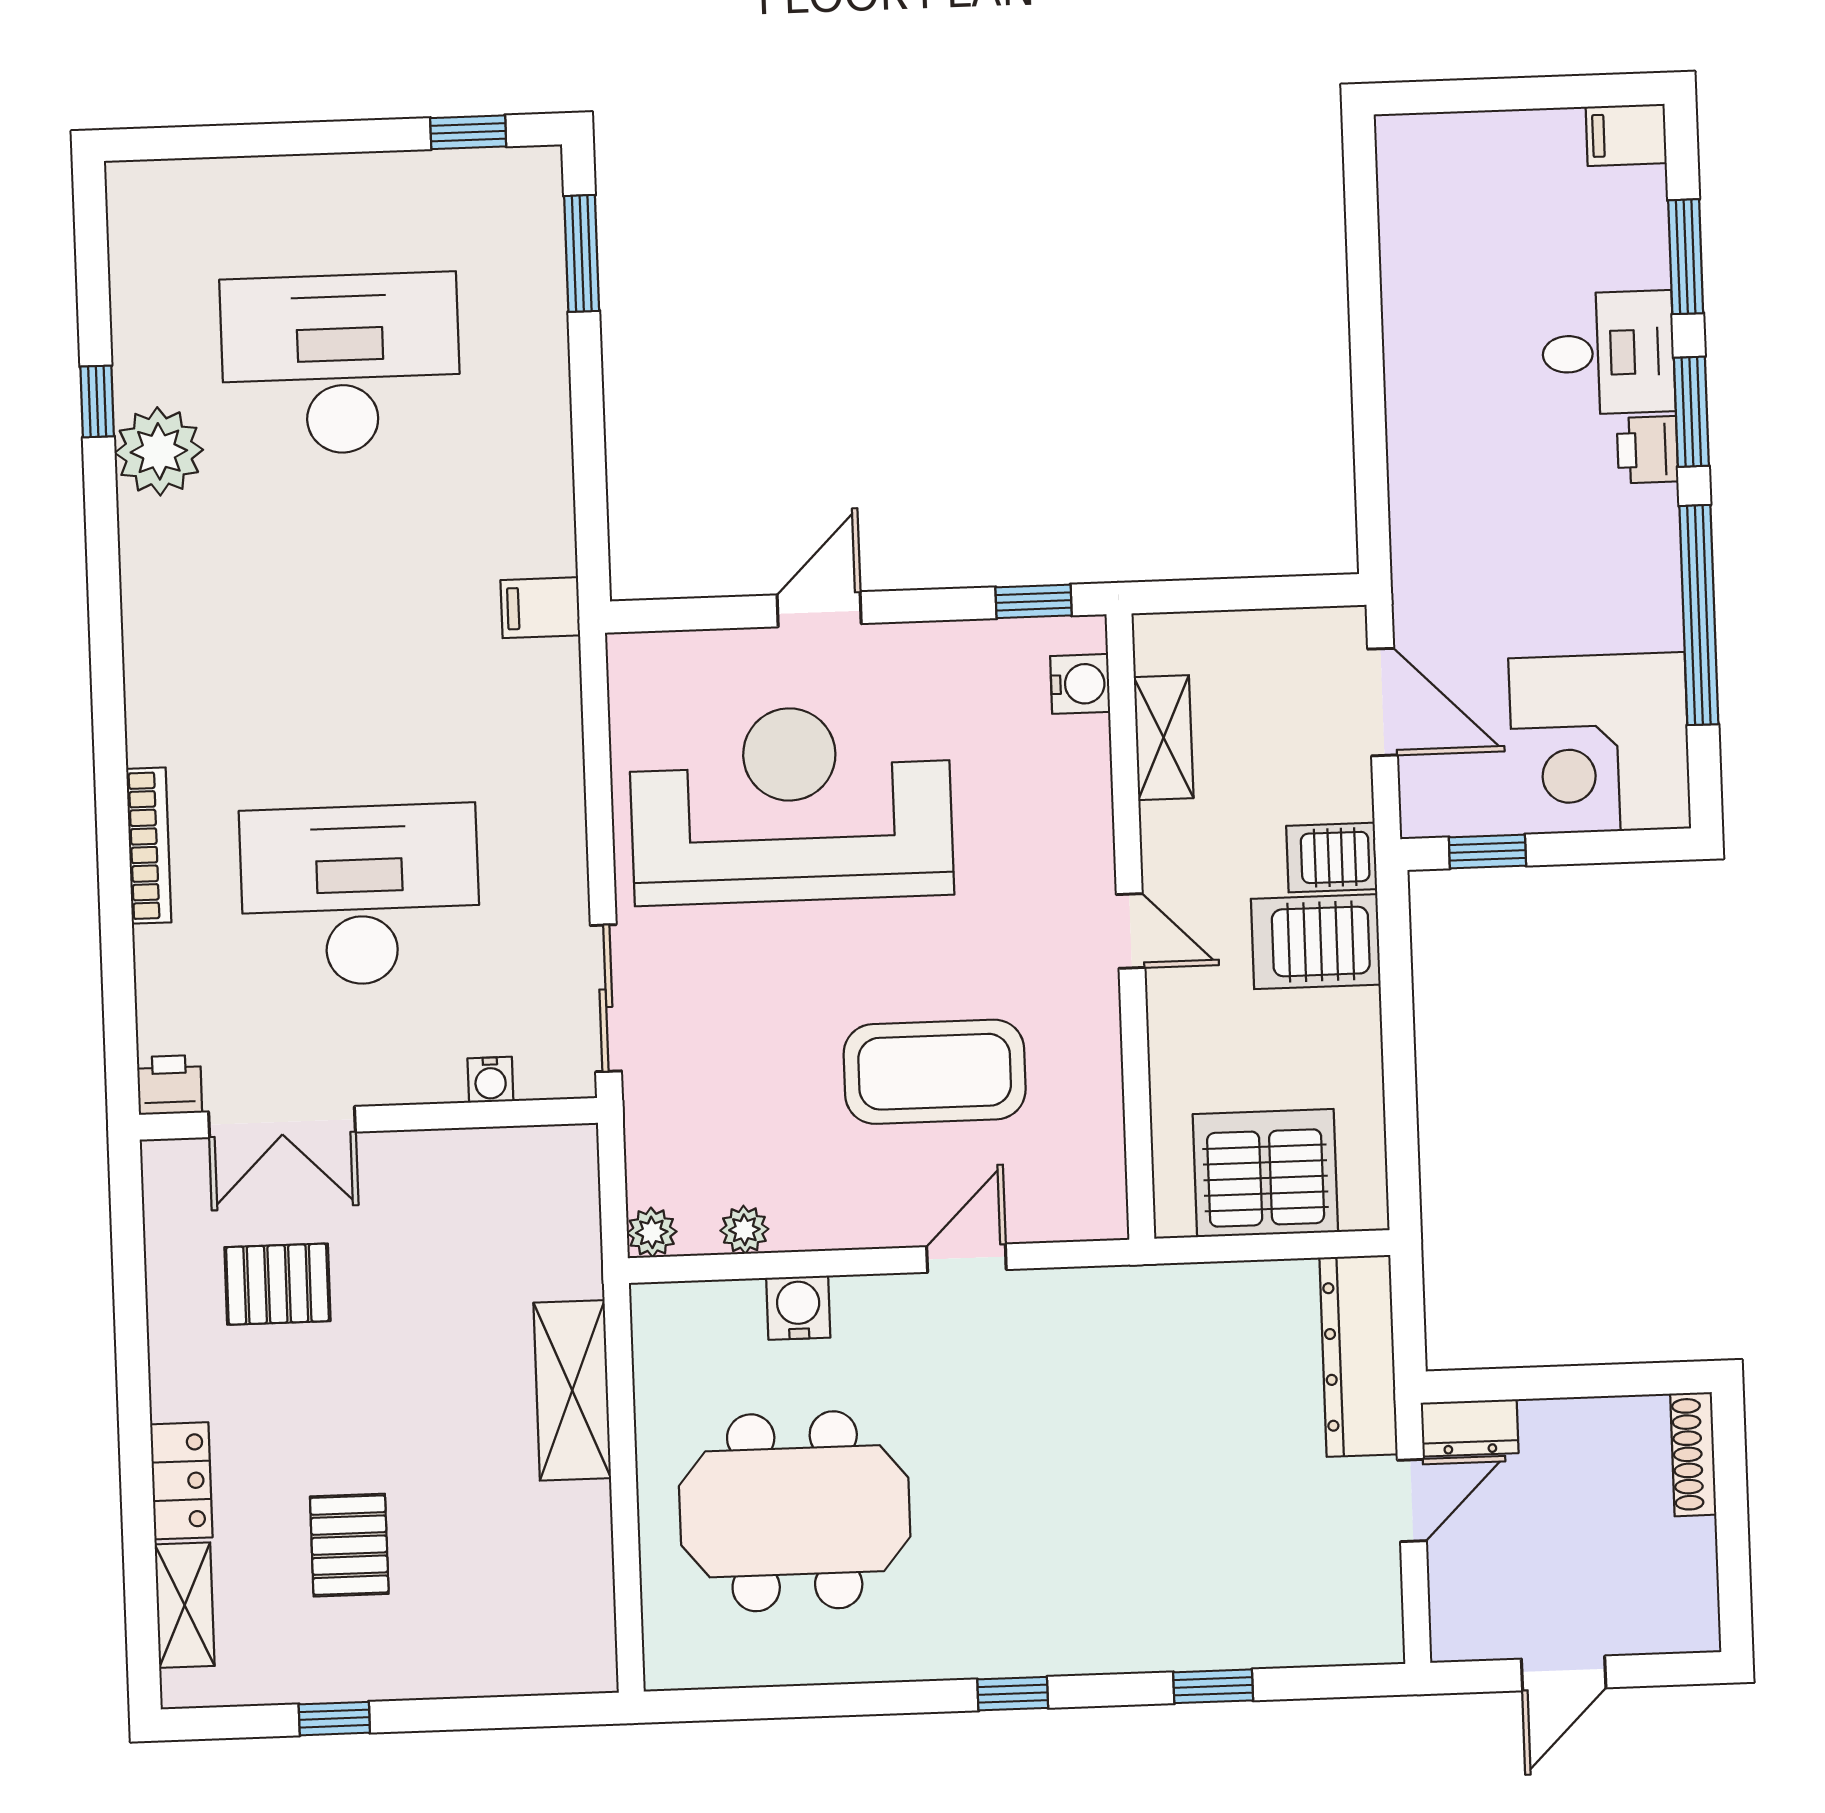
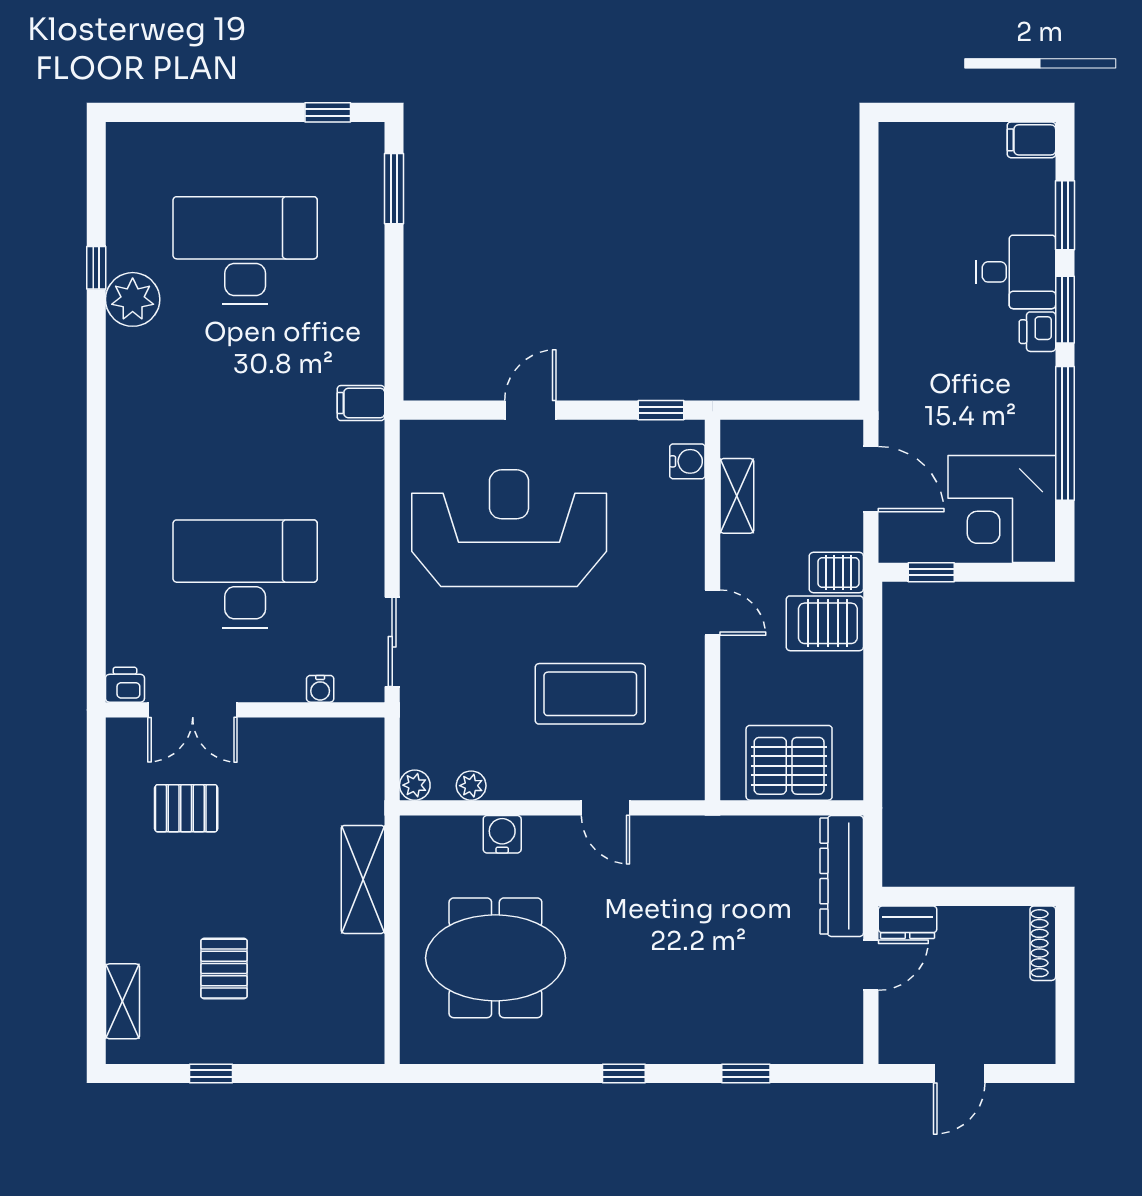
bookcase: (149, 846) -> (118, 539), removed
door: (966, 1258) -> (605, 808), swing flipped
locker: (181, 1481) -> (123, 926), removed

